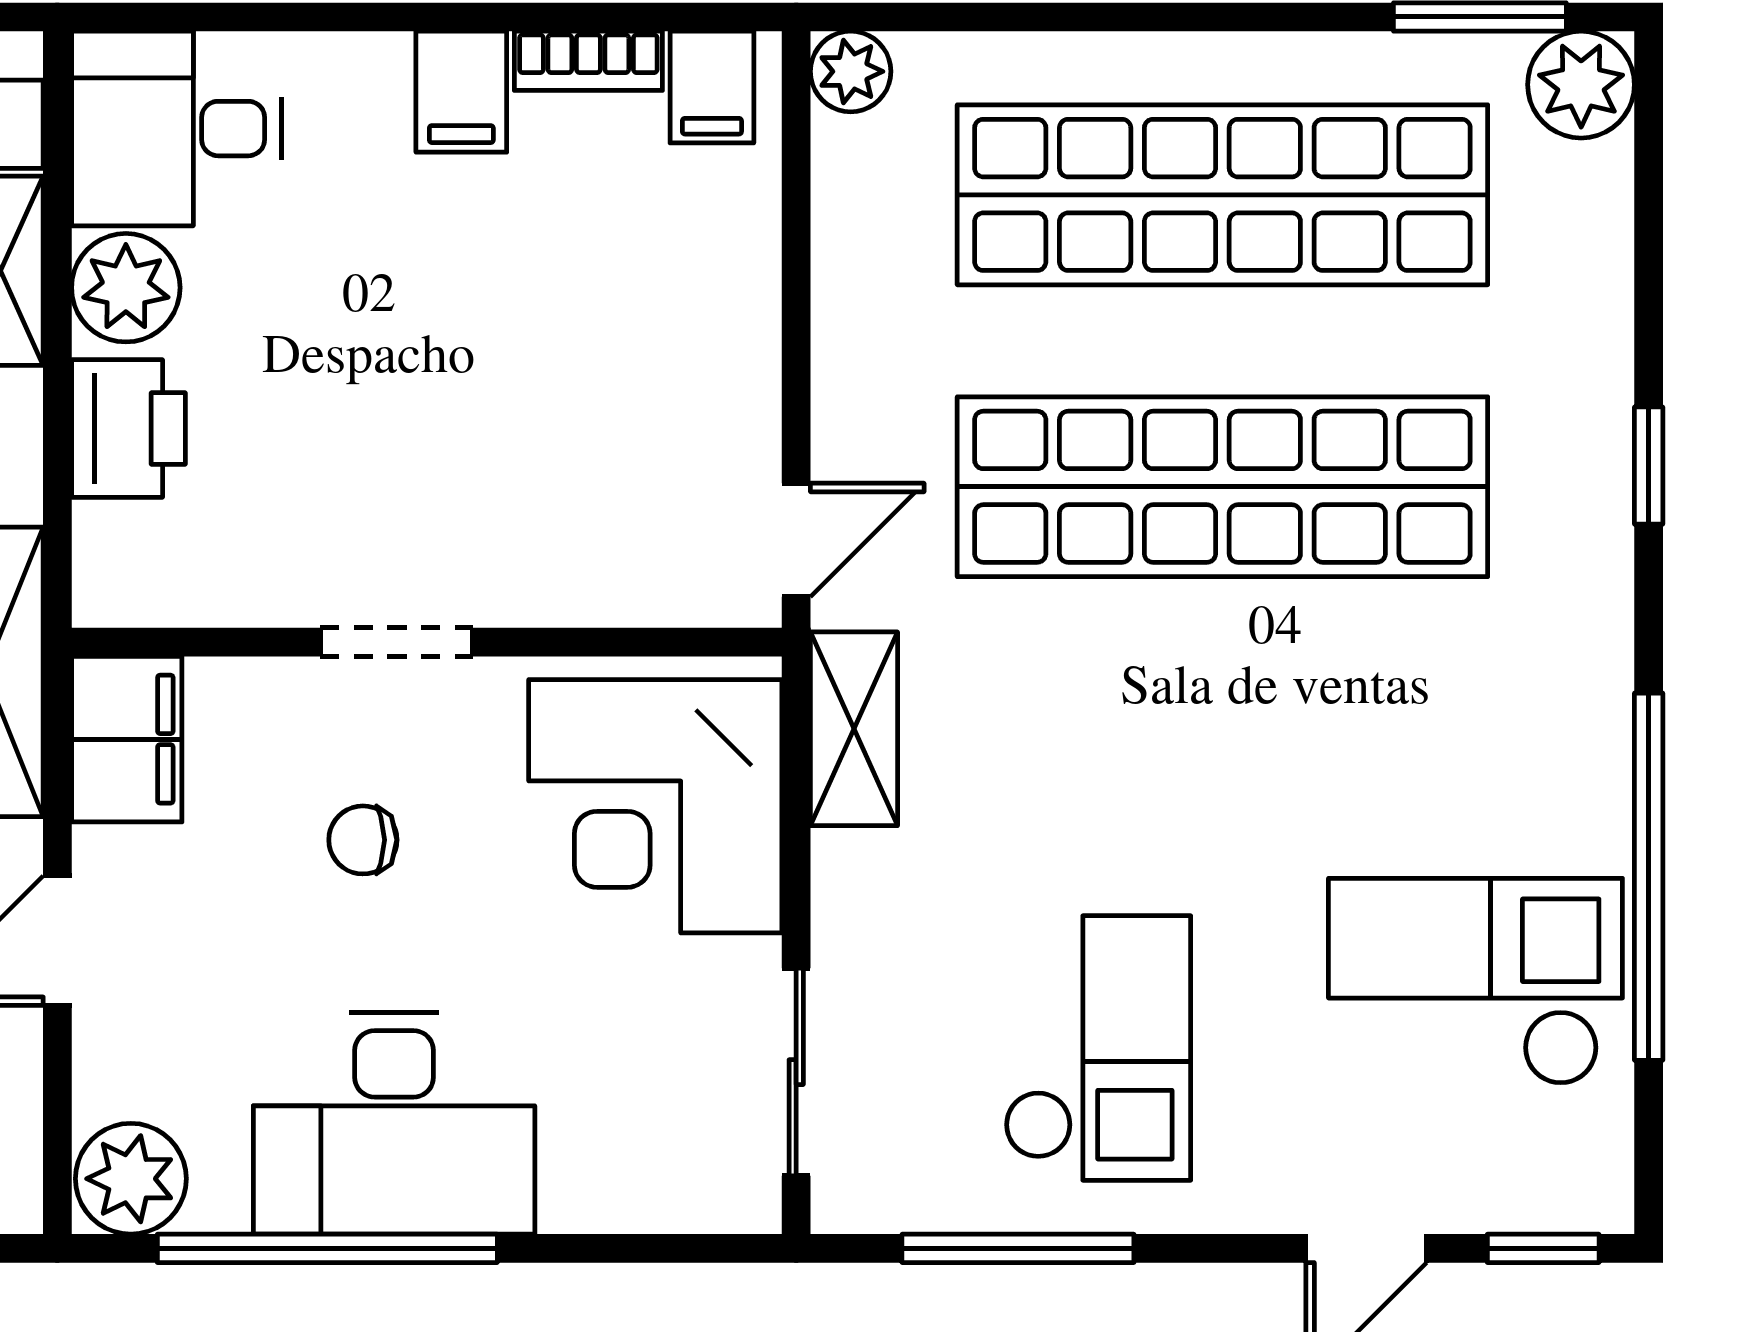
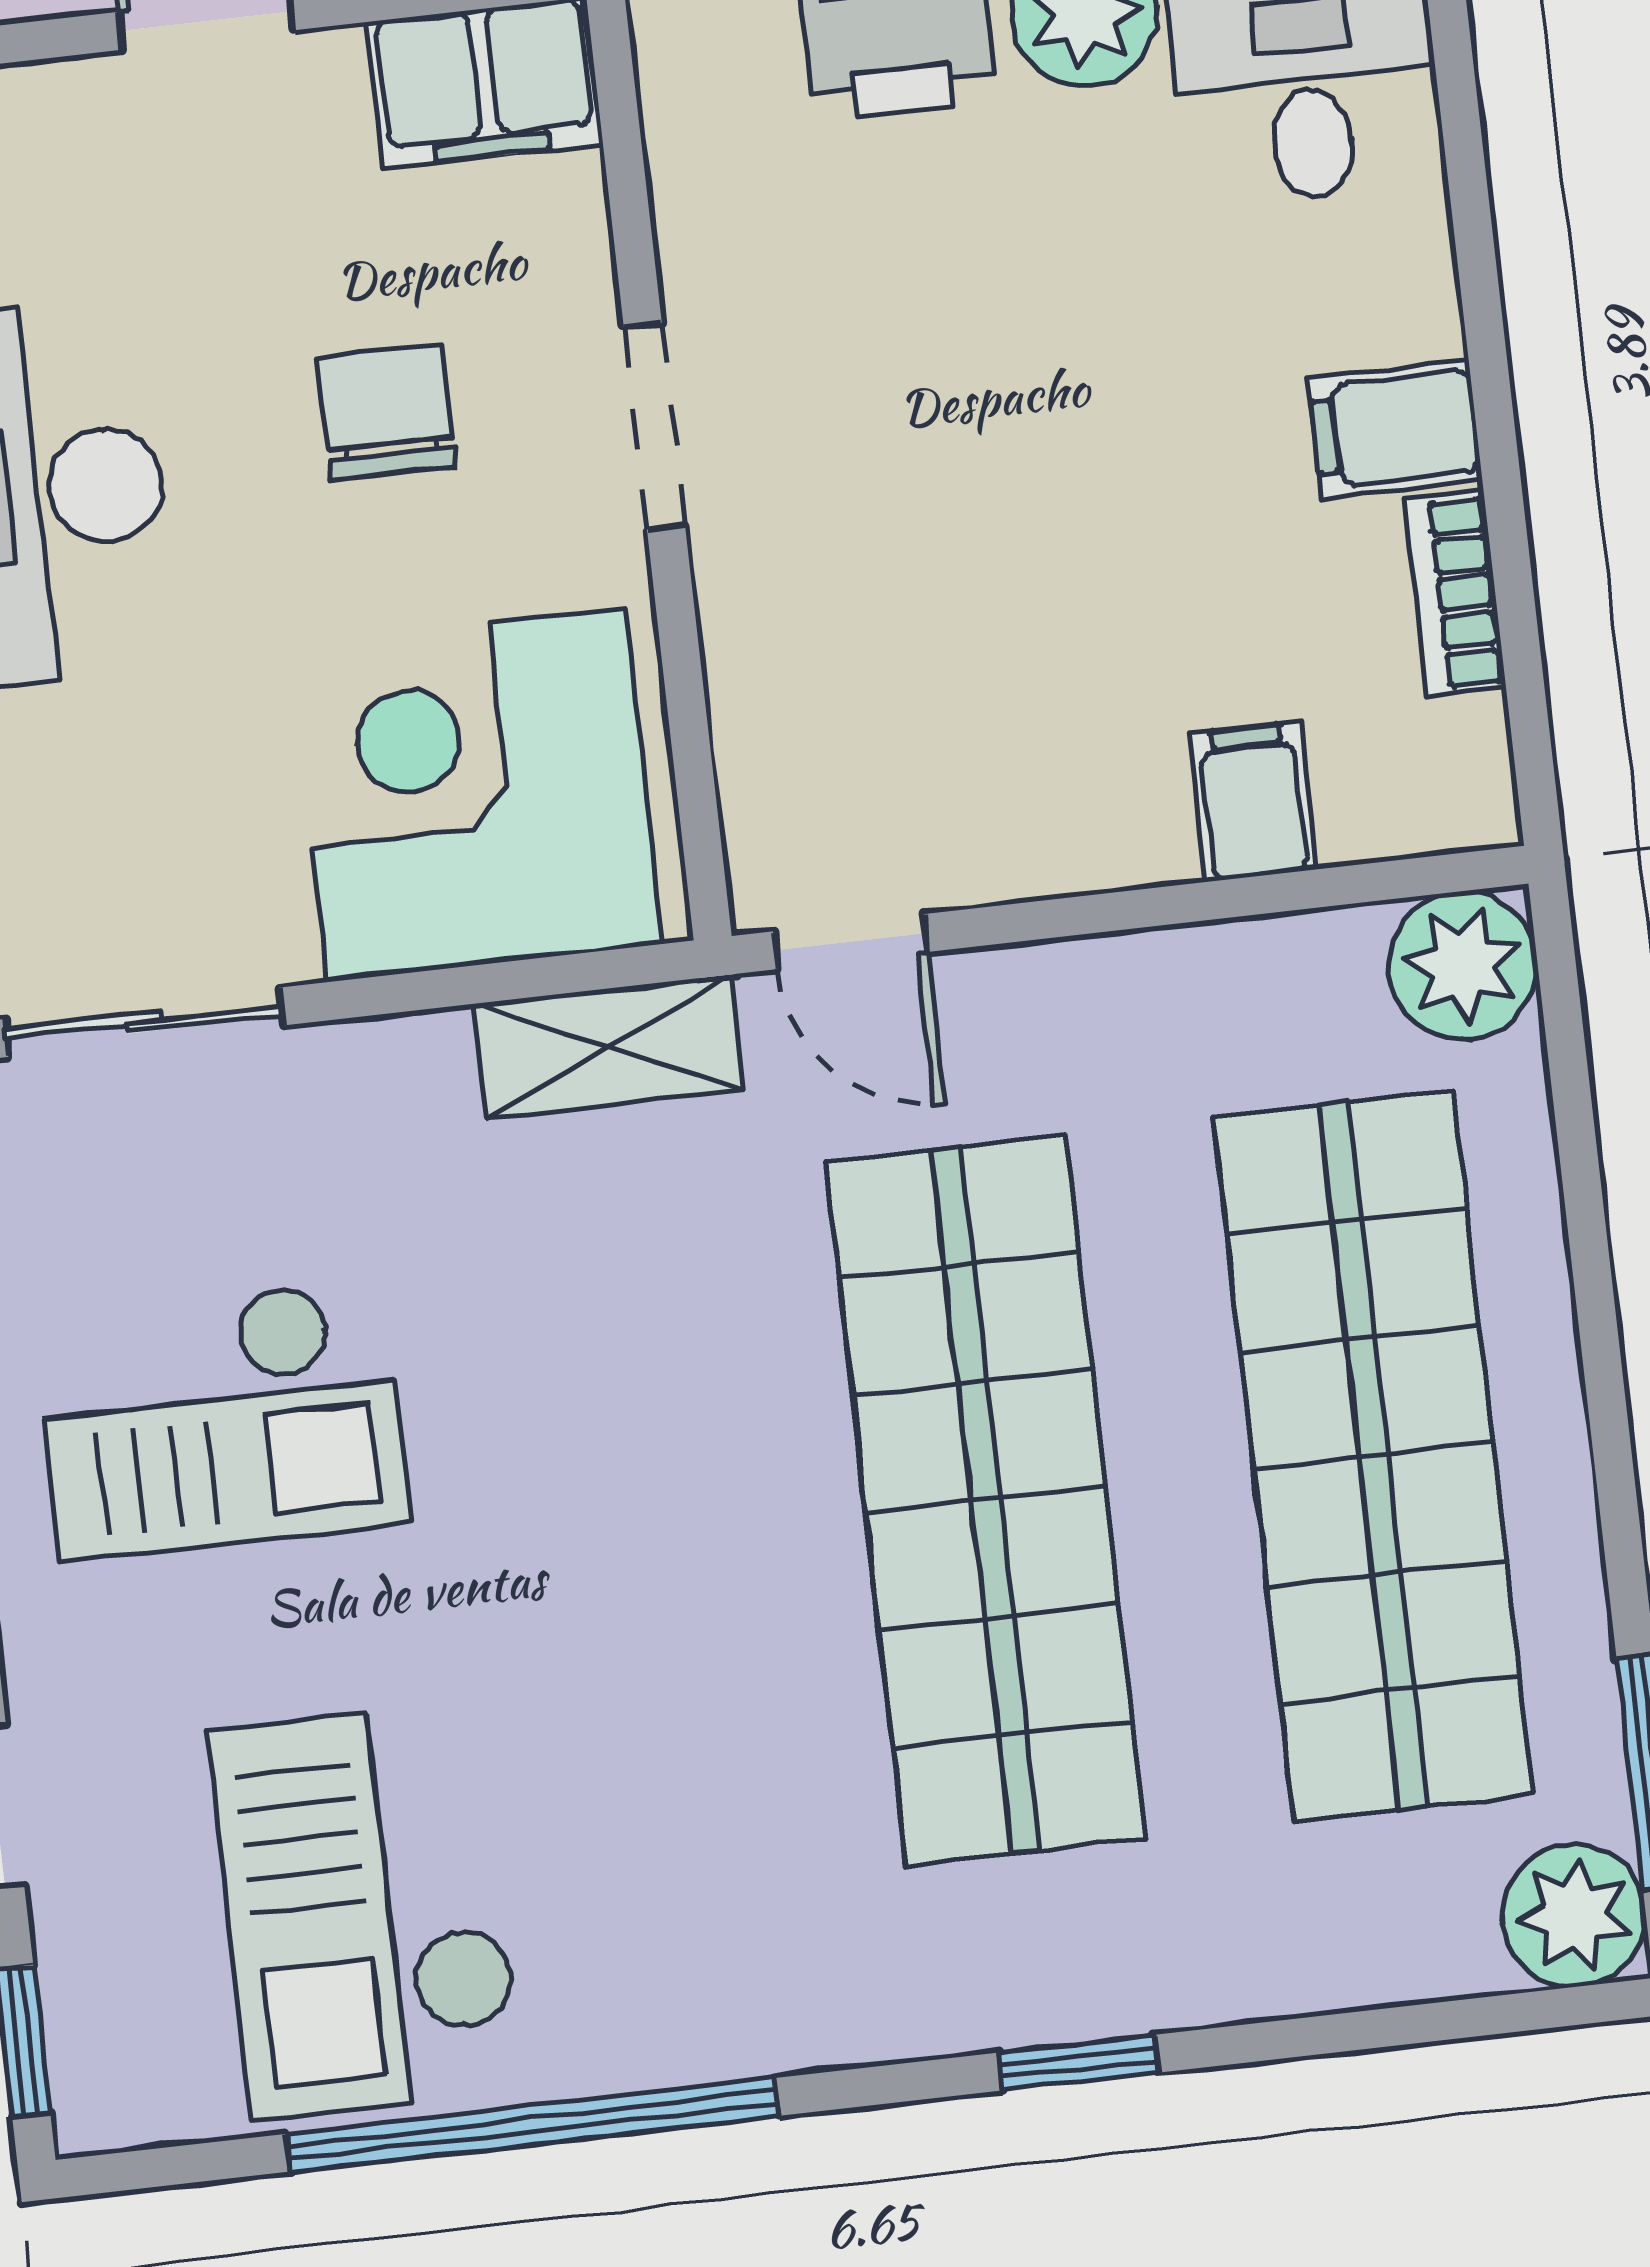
plant: (851, 71) -> (1463, 965), width x1.38, depth x1.38
filing cabinet: (712, 87) -> (1253, 802), moved, turned 90
chair: (363, 840) -> (387, 412), width x1.37, depth x1.37
checkout: (1475, 982) -> (367, 1911), turned 180

